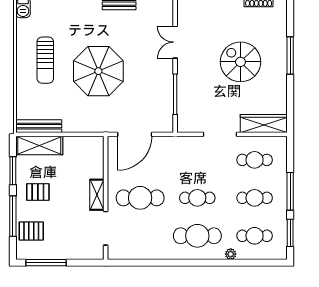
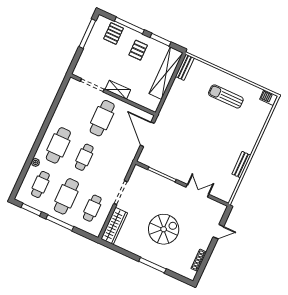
parasol: (98, 71) -> (202, 129), removed
bench: (39, 126) -> (185, 67), width x0.73
shelving: (39, 145) -> (166, 73), width x1.47
cafe table: (255, 198) -> (66, 196), width x1.37, depth x1.35

